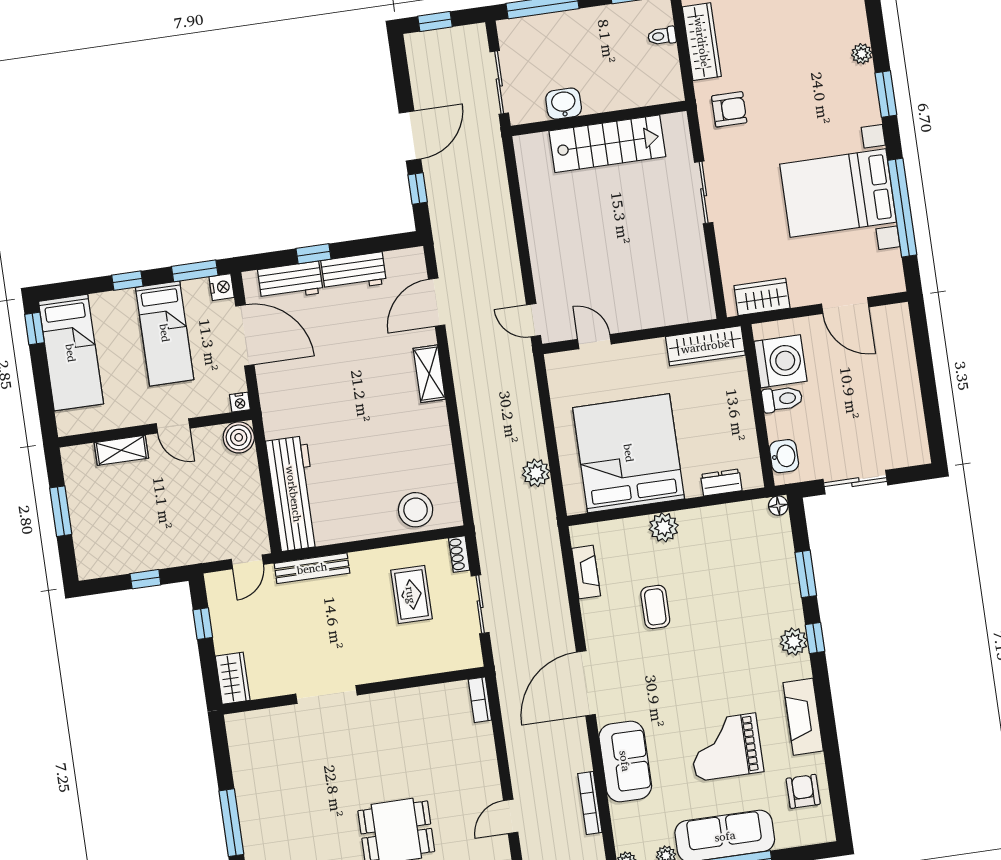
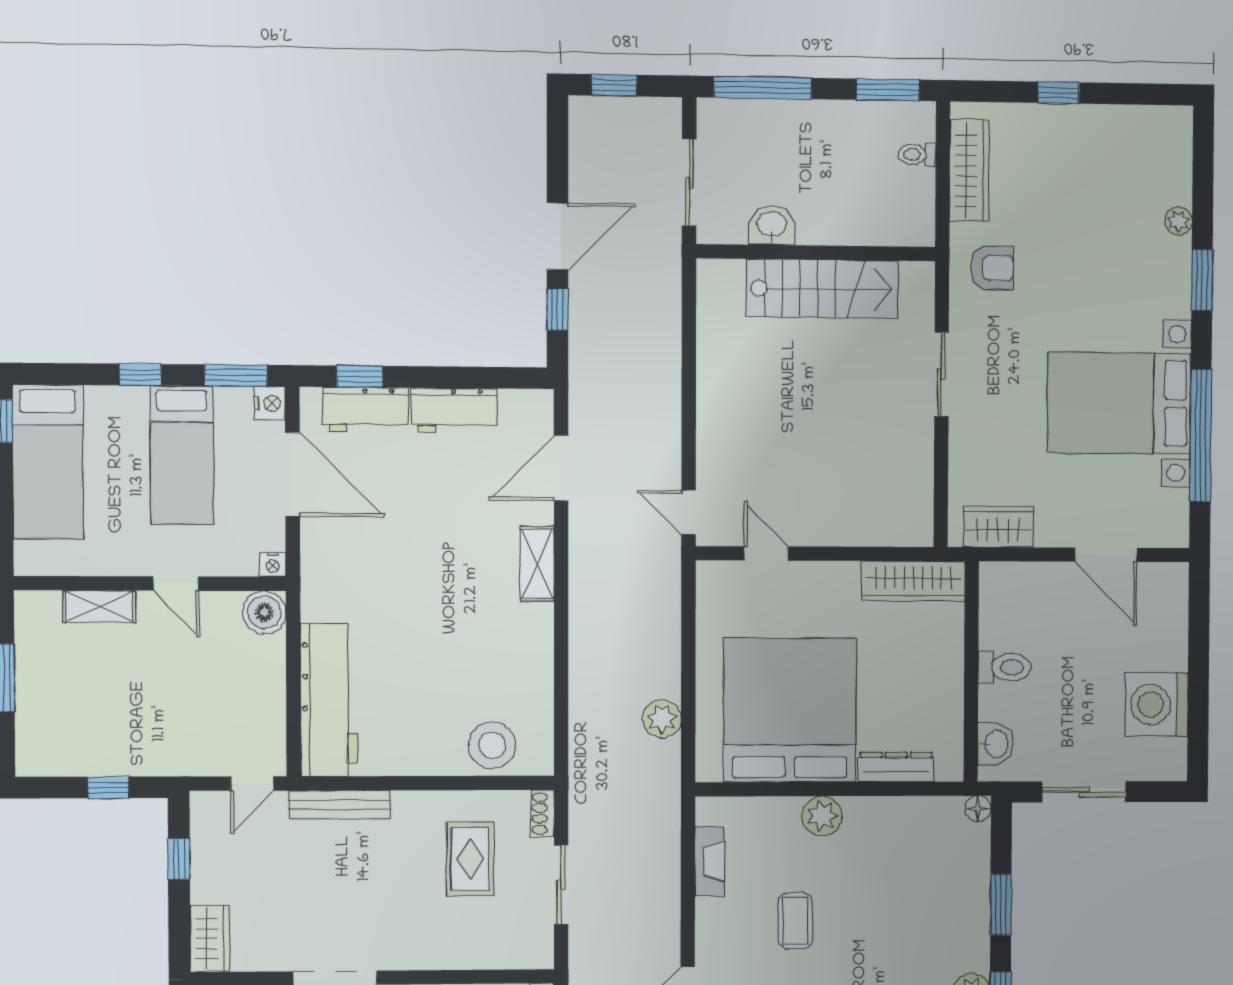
window: (314, 254) -> (360, 377), moved
washing machine: (781, 361) -> (1157, 705), moved, turned 180
dresser: (721, 482) -> (896, 767), width x1.44

